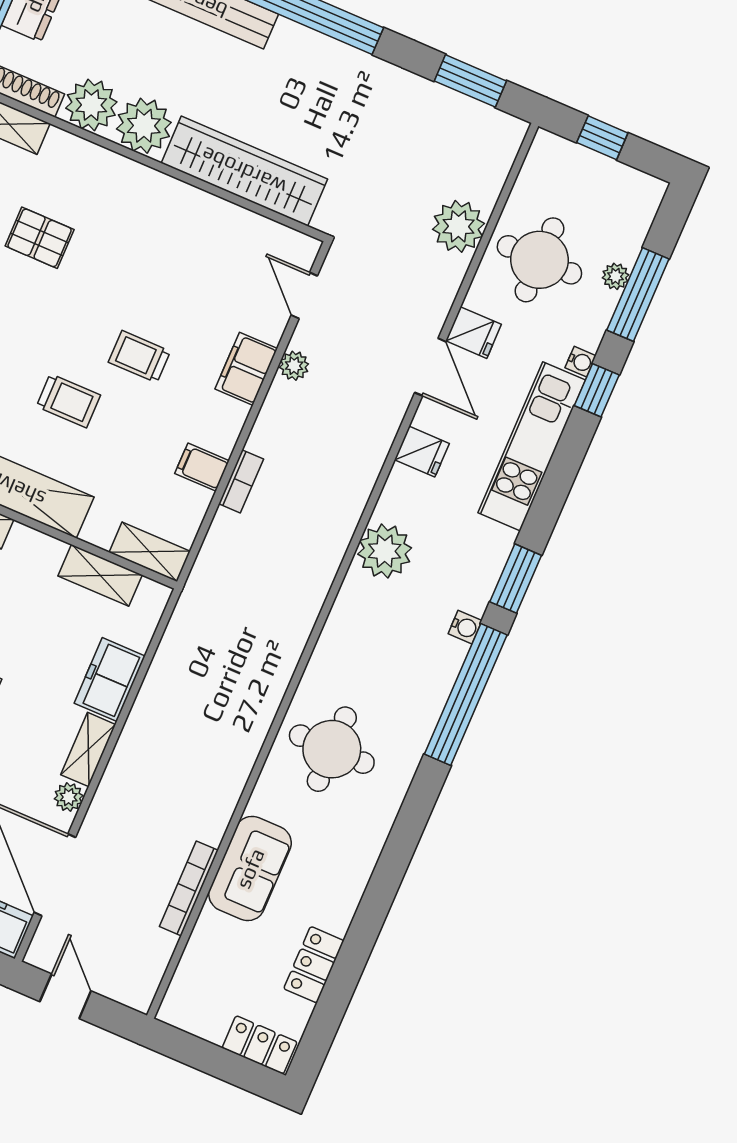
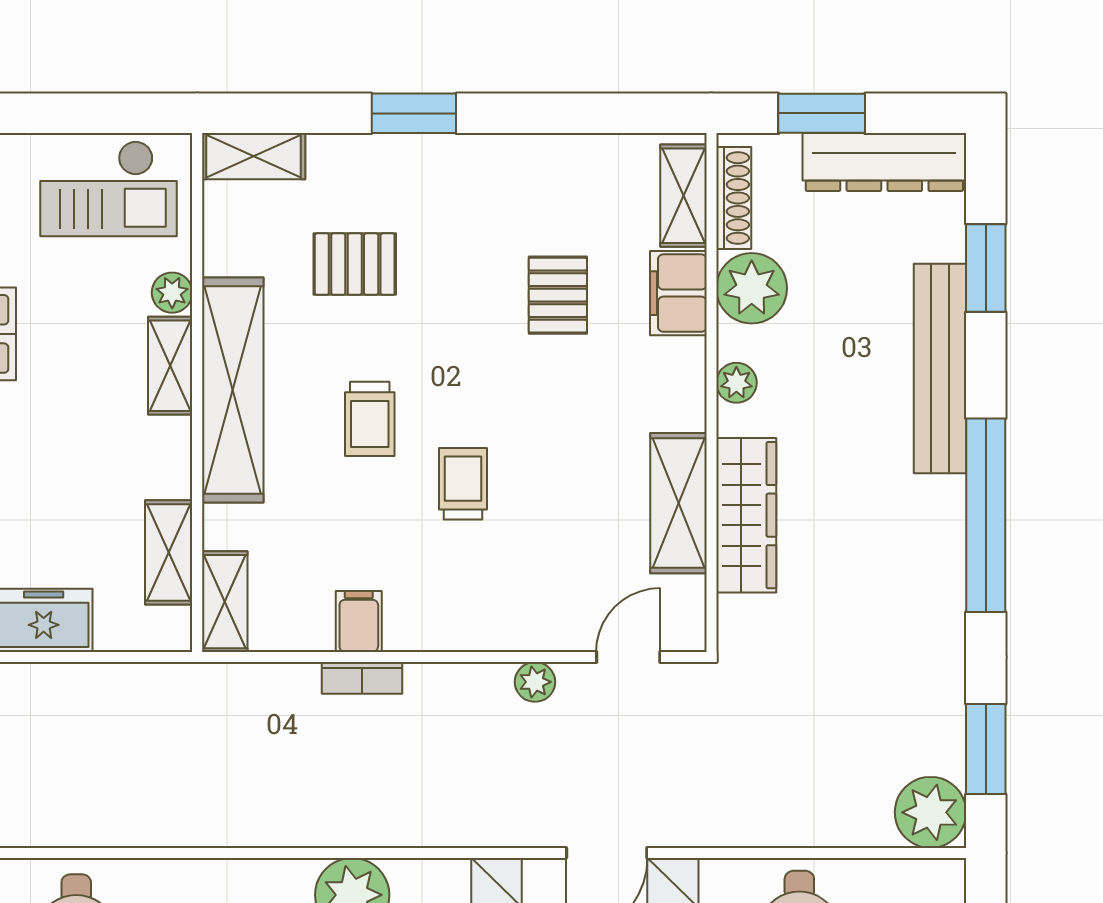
plant: (144, 126) -> (736, 383), width x0.53, depth x0.53
wardrobe: (244, 171) -> (746, 515), width x0.71, depth x0.85
shelving: (215, 217) -> (678, 503), added
plant: (458, 226) -> (930, 812), moved
filing cabinet: (246, 369) -> (678, 293), moved, turned -90

